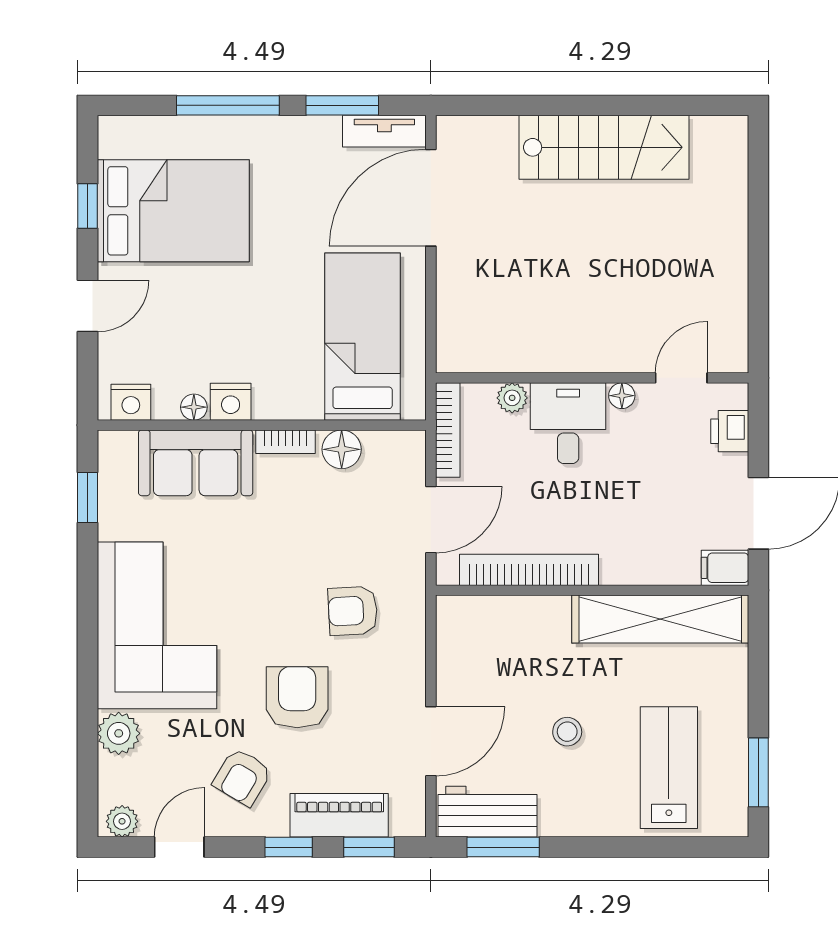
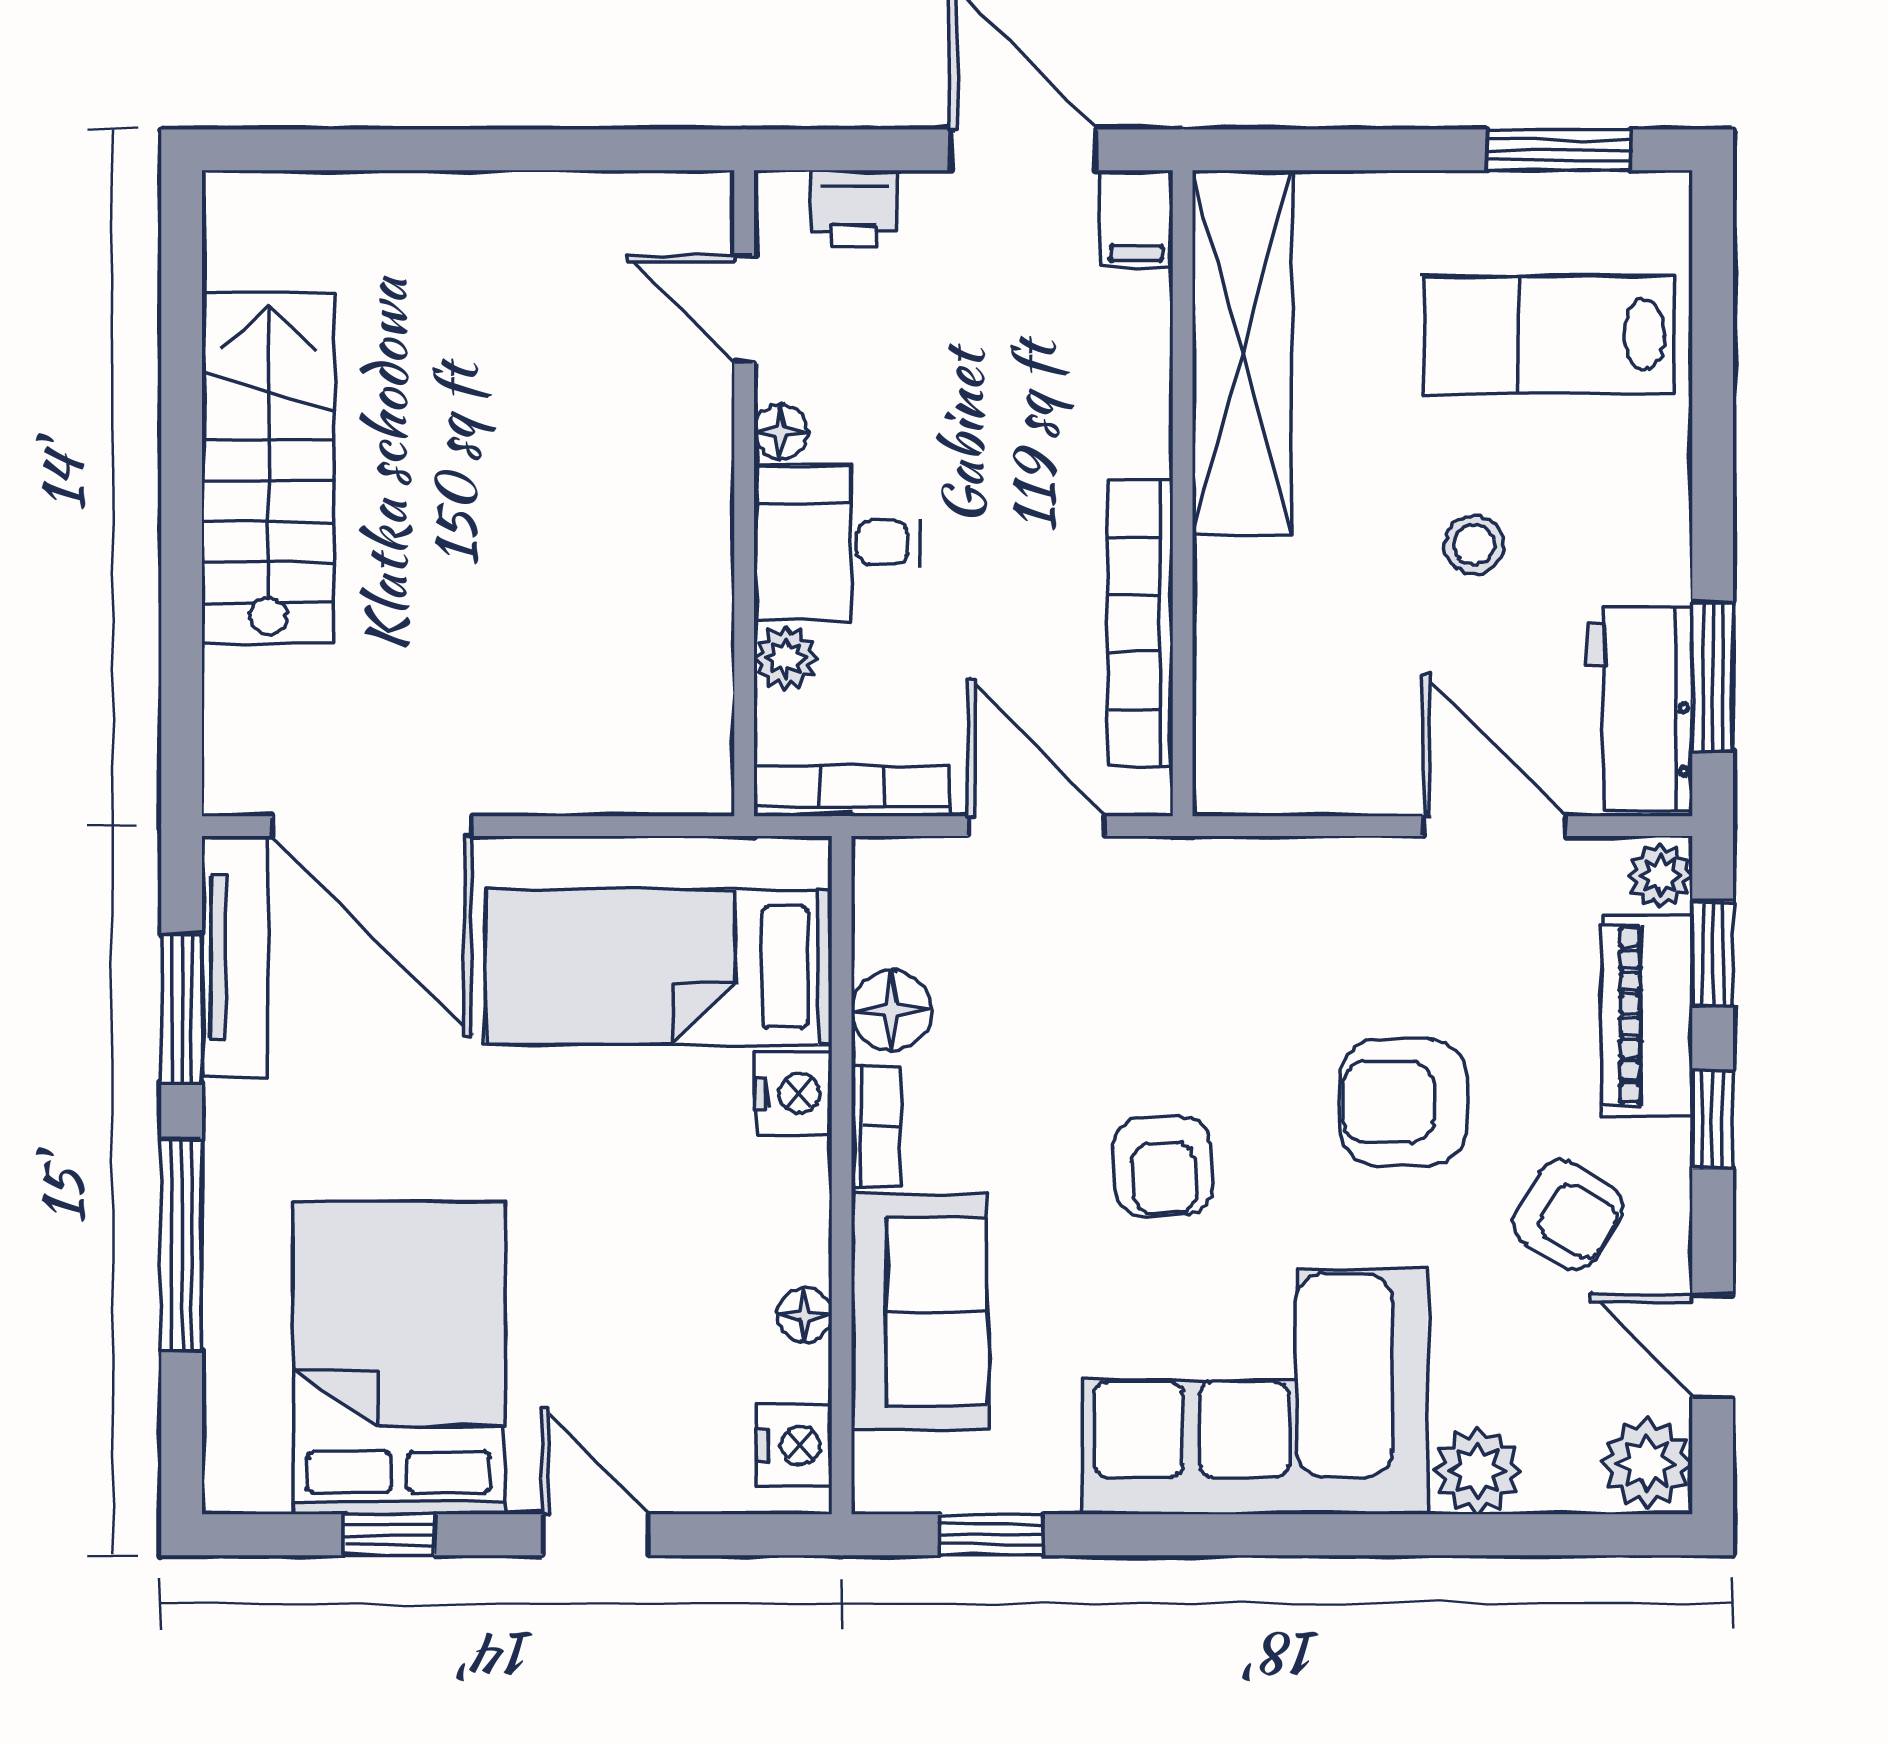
tv unit: (384, 131) -> (235, 957), width x1.41
nightstand: (231, 402) -> (793, 1093), moved
armchair: (353, 611) -> (1163, 1166), moved
plant: (122, 821) -> (1647, 1464), width x1.38, depth x1.38
plant: (407, 822) -> (1660, 875), added

